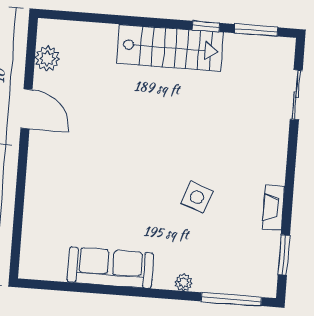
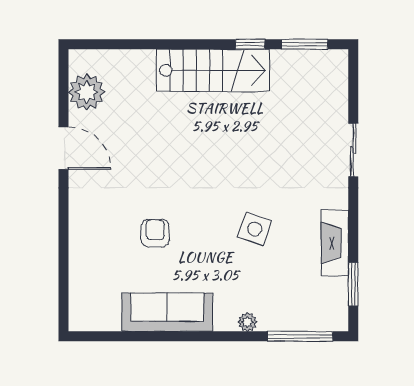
plant: (47, 59) -> (87, 92), width x1.36, depth x1.36
sliding door: (296, 95) -> (353, 150), moved
armchair: (105, 194) -> (155, 233), added
fireplace: (274, 208) -> (335, 243), width x1.37, depth x1.32

